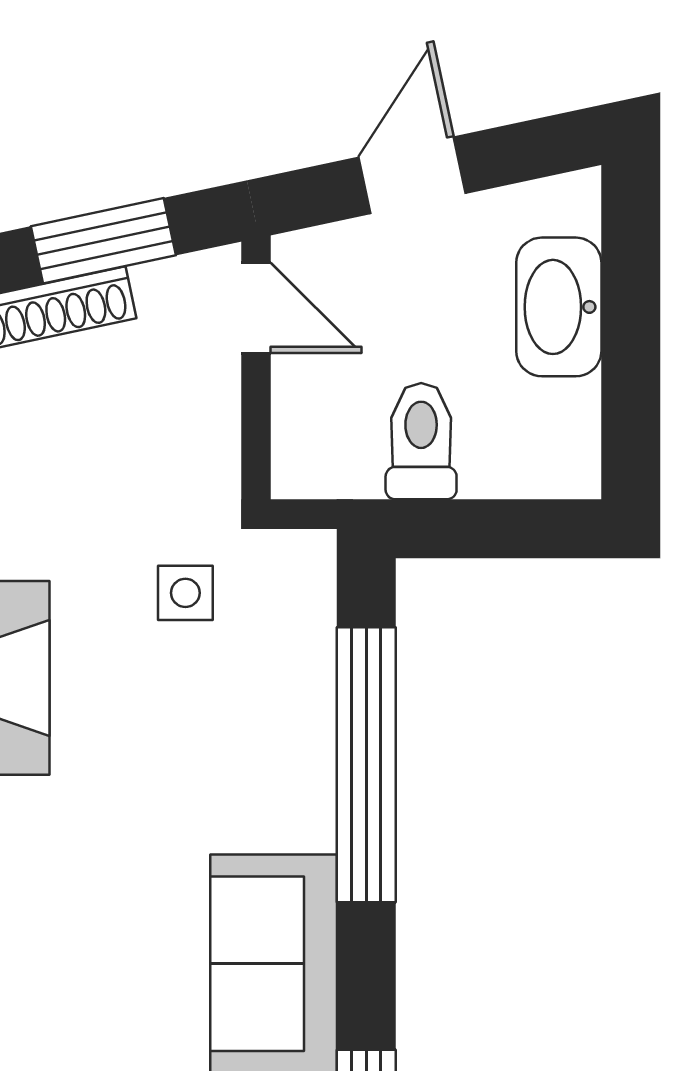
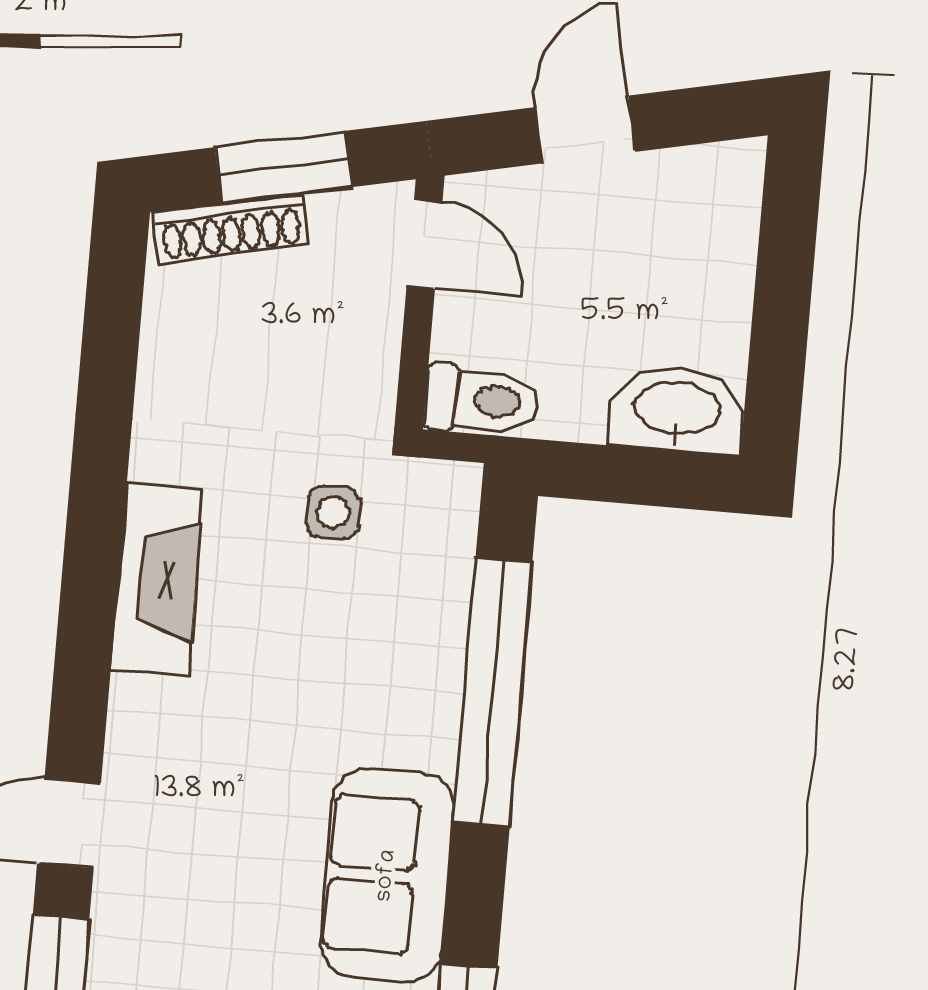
washbasin: (559, 307) -> (677, 410), moved, turned 90
toilet: (421, 441) -> (482, 400), moved, turned 90

